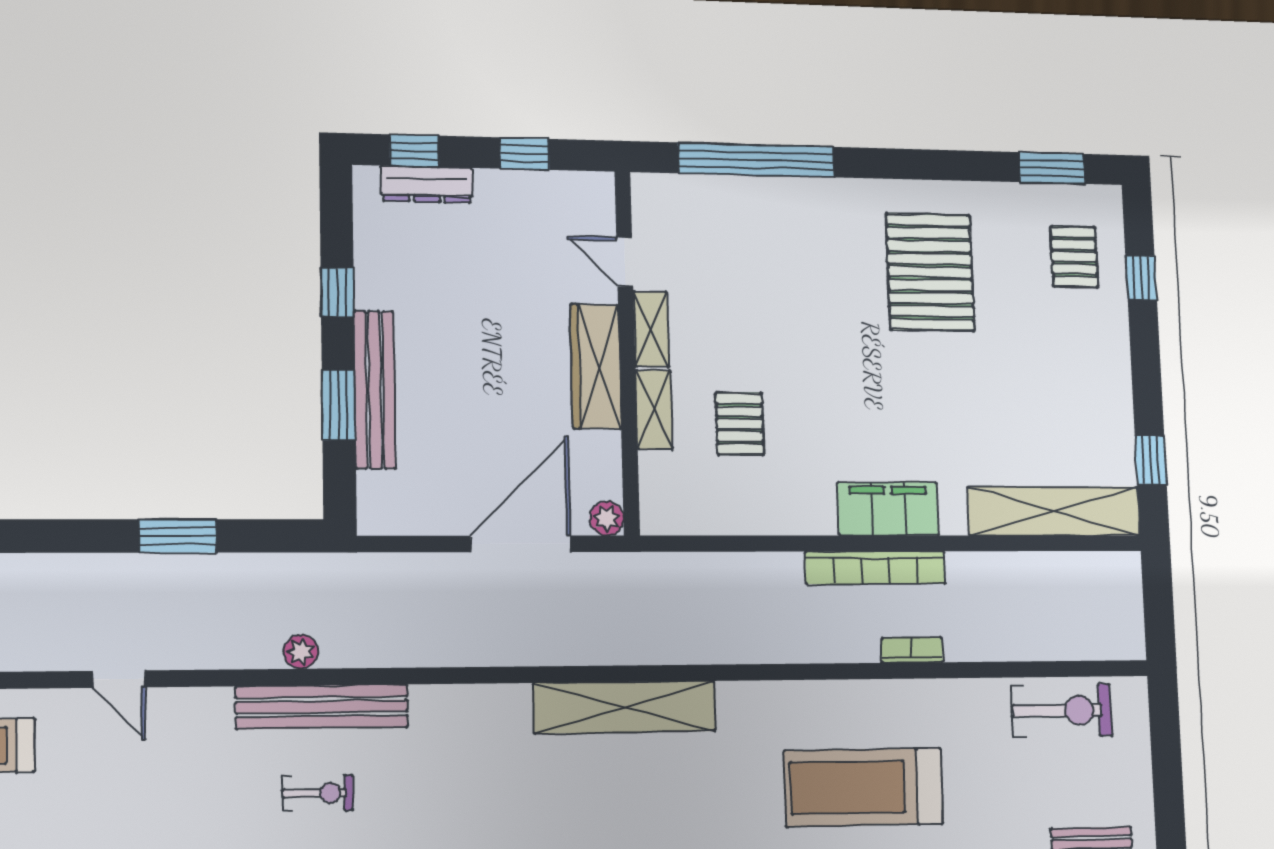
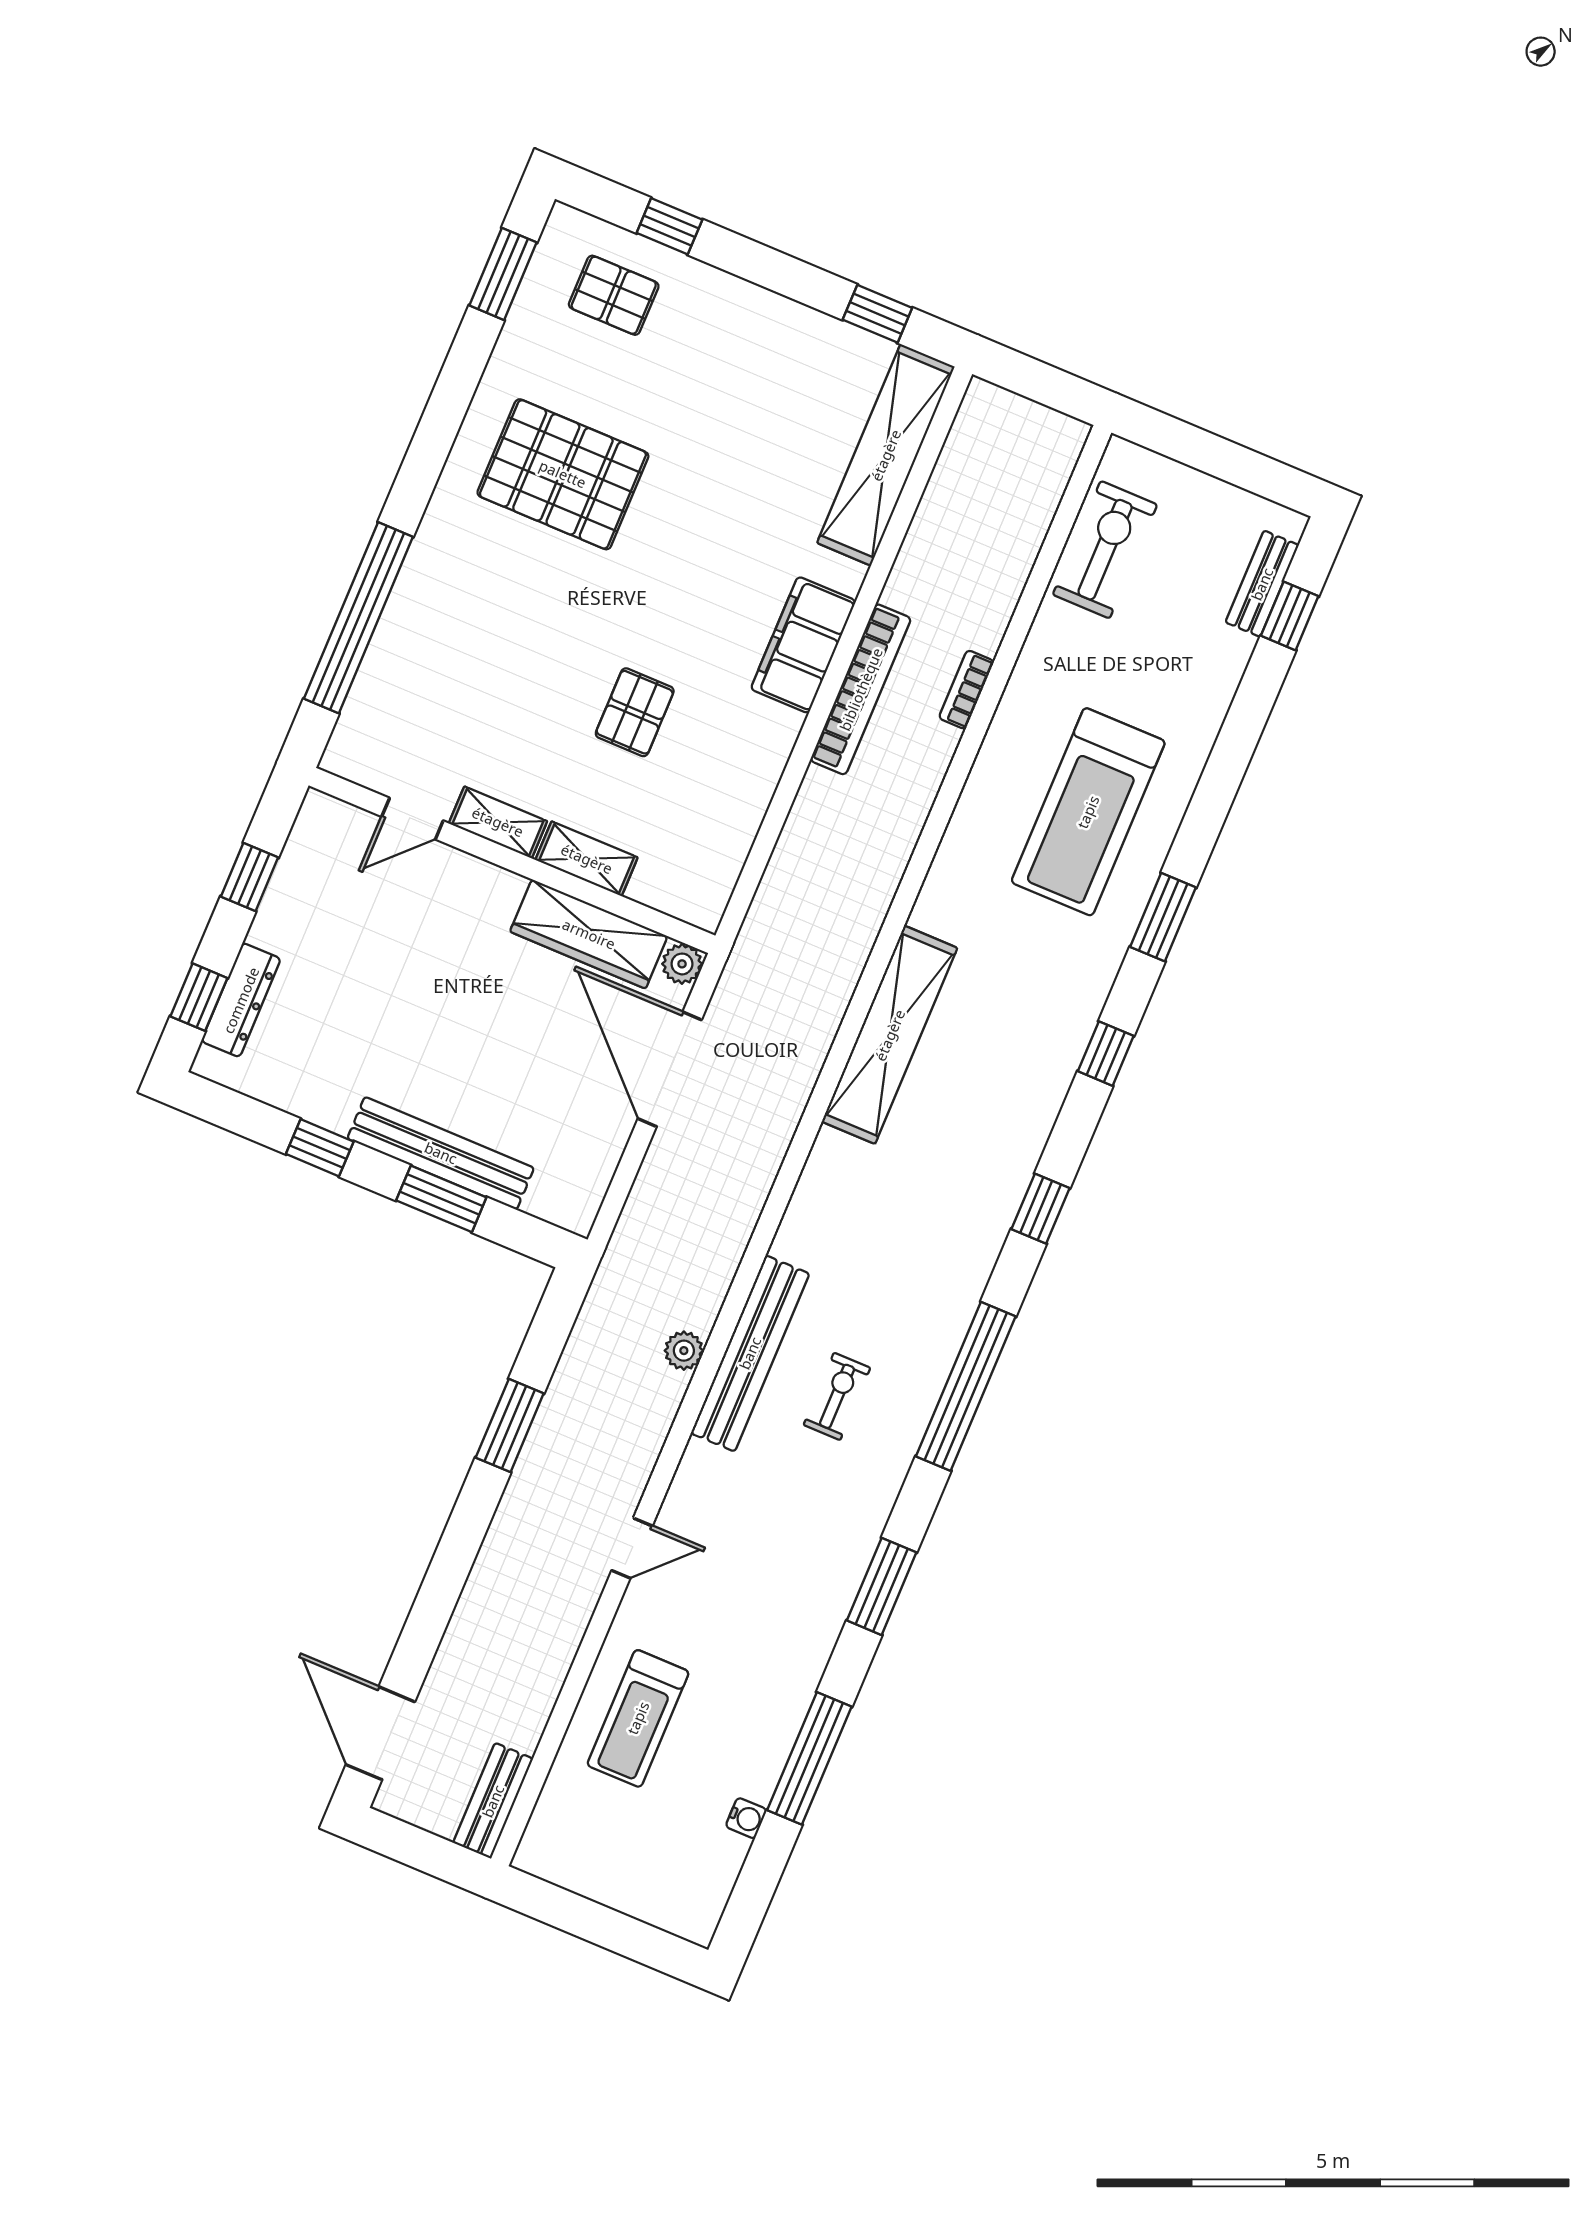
wardrobe: (596, 366) -> (589, 934), moved
pallet: (740, 424) -> (635, 712), moved, turned 90

